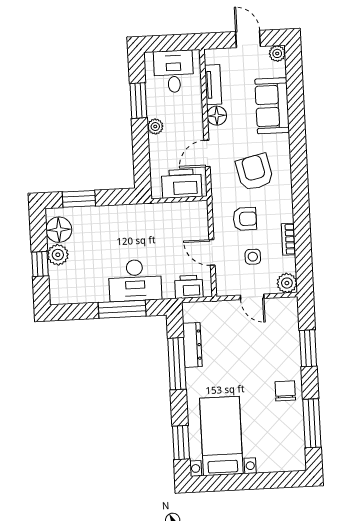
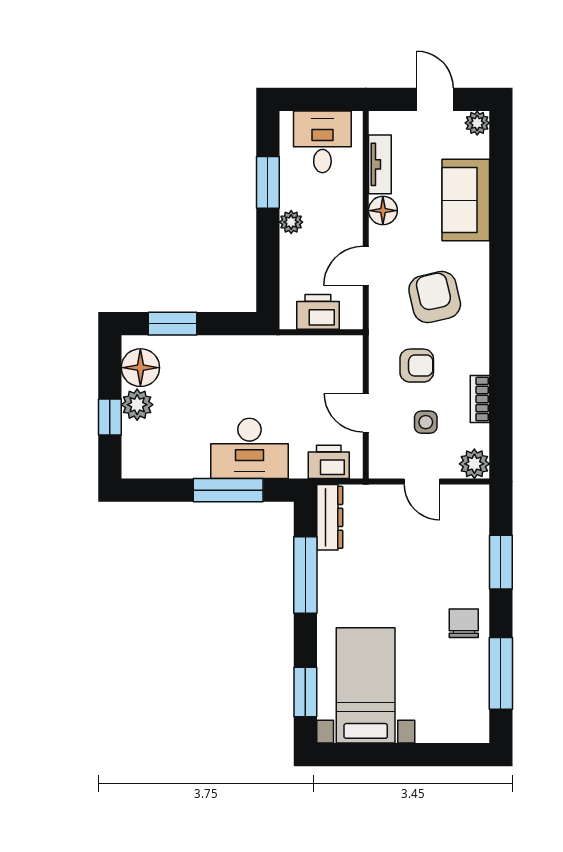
printer: (182, 183) -> (318, 312), width x0.73, depth x0.84
dresser: (192, 345) -> (330, 517), moved

